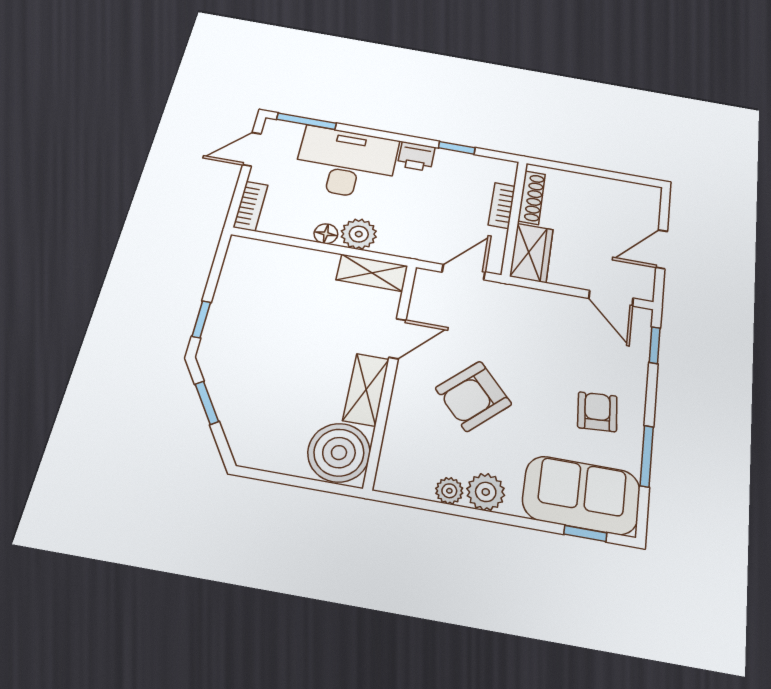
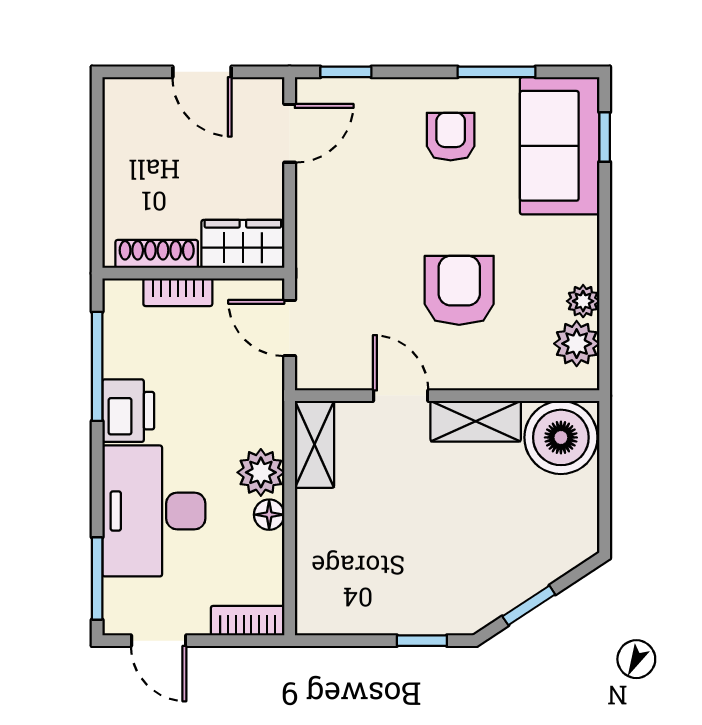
window: (457, 148) -> (97, 366), width x2.17
printer: (416, 156) -> (128, 411), width x1.36, depth x1.24
armchair: (473, 396) -> (459, 290), turned -137
armchair: (597, 412) -> (451, 137), turned 94
plant: (486, 492) -> (577, 344), moved

